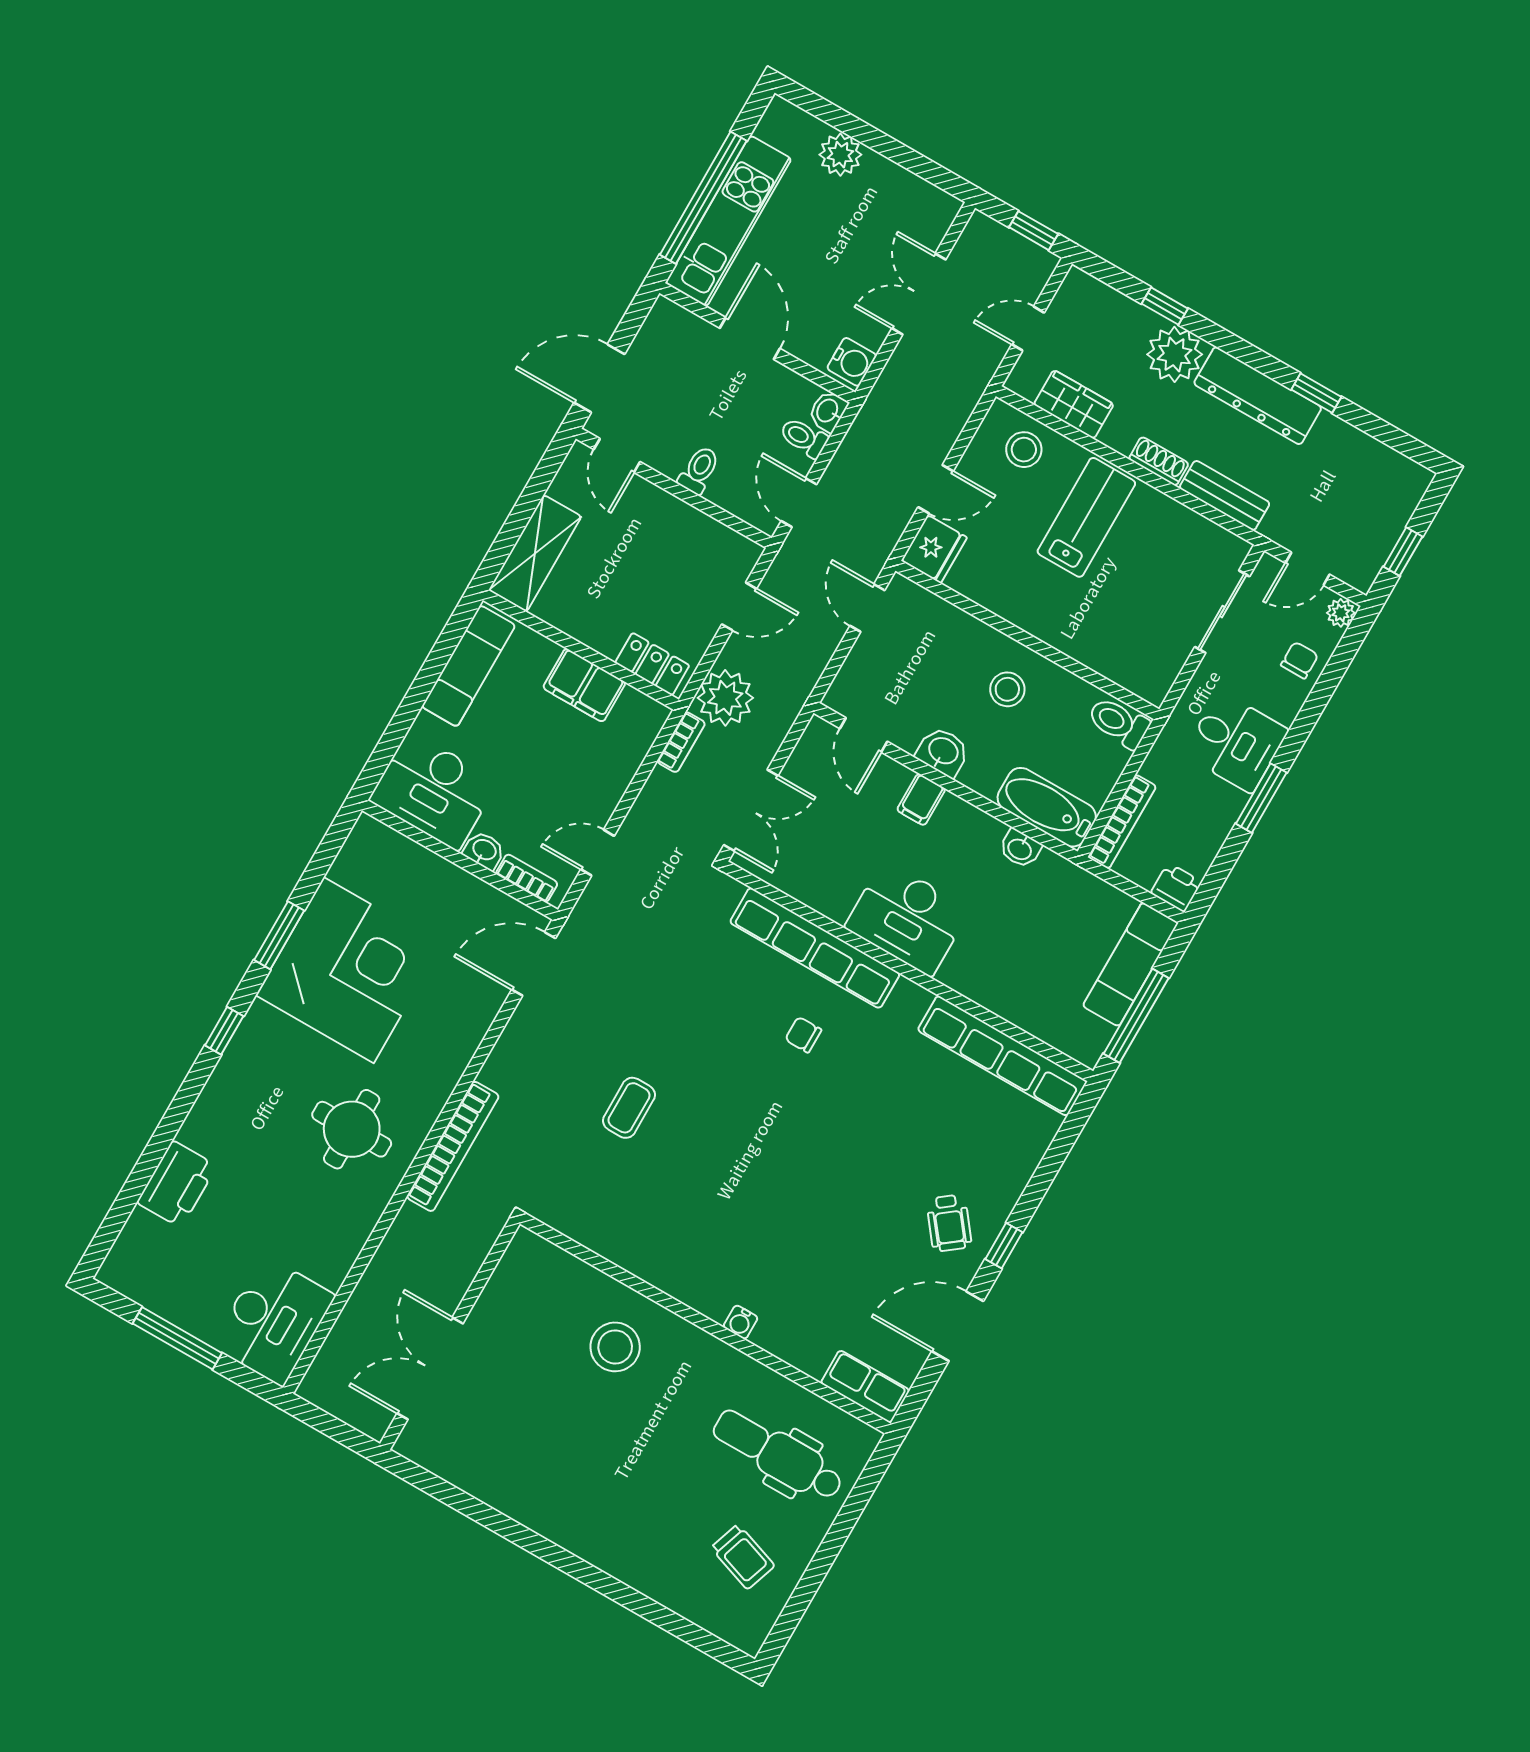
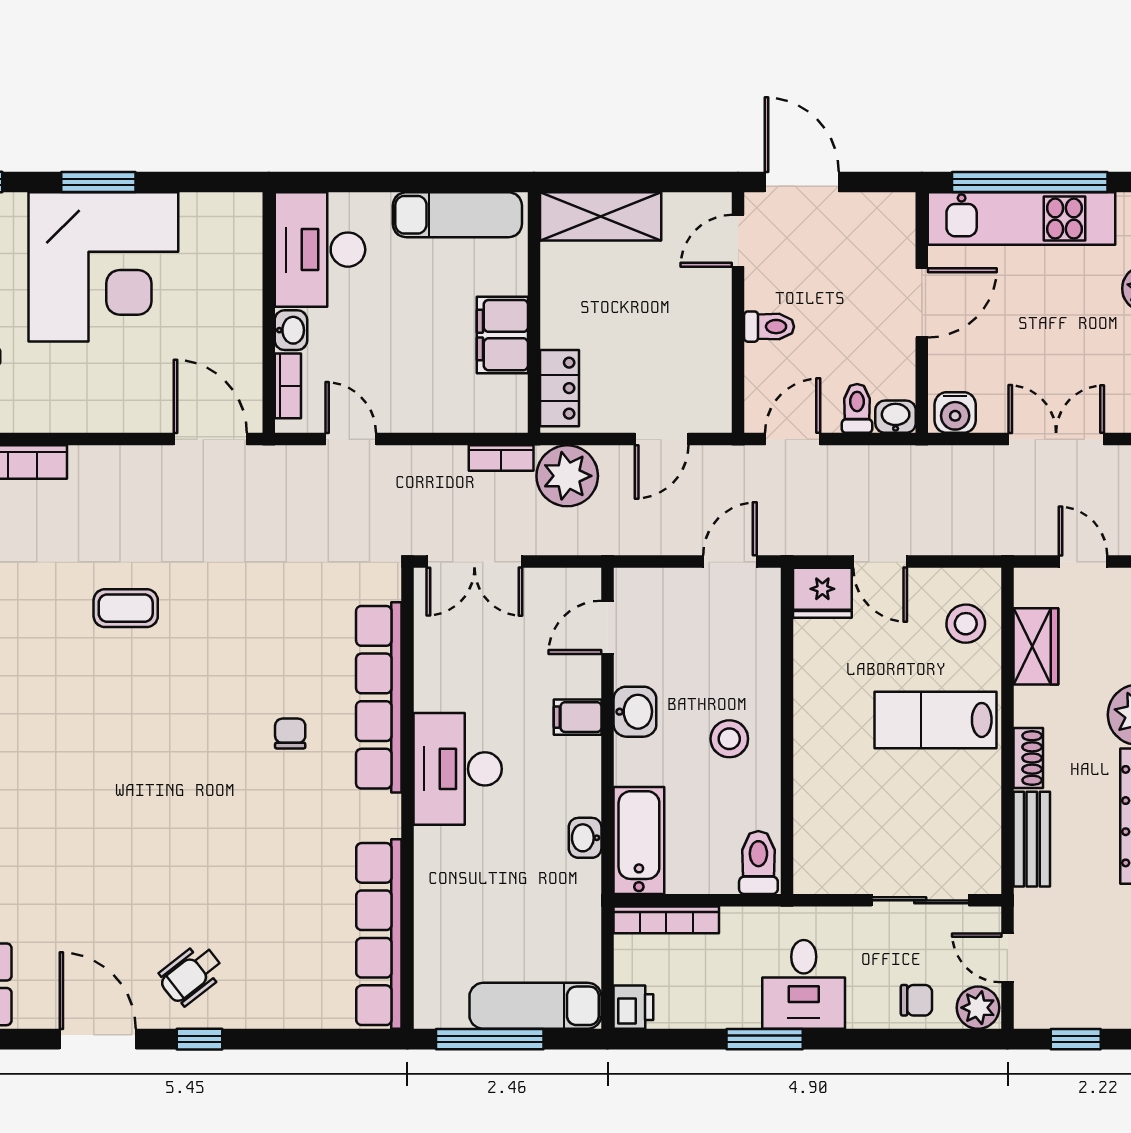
lab bench: (1086, 517) -> (936, 720), turned 180
door: (739, 606) -> (662, 439), hinge flipped
plant: (1341, 613) -> (978, 1008), width x1.38, depth x1.38

